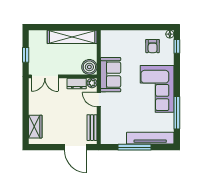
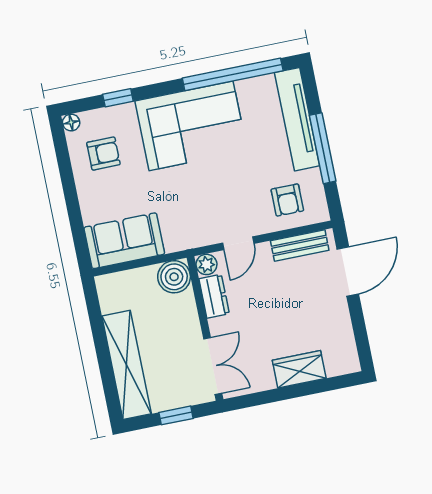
shelving: (72, 37) -> (127, 365), moved
window: (177, 46) -> (118, 98), moved
sofa: (111, 75) -> (124, 241), moved
window: (177, 113) -> (233, 74), width x1.46
armchair: (114, 126) -> (287, 200), added
wardrobe: (35, 127) -> (299, 369), moved

